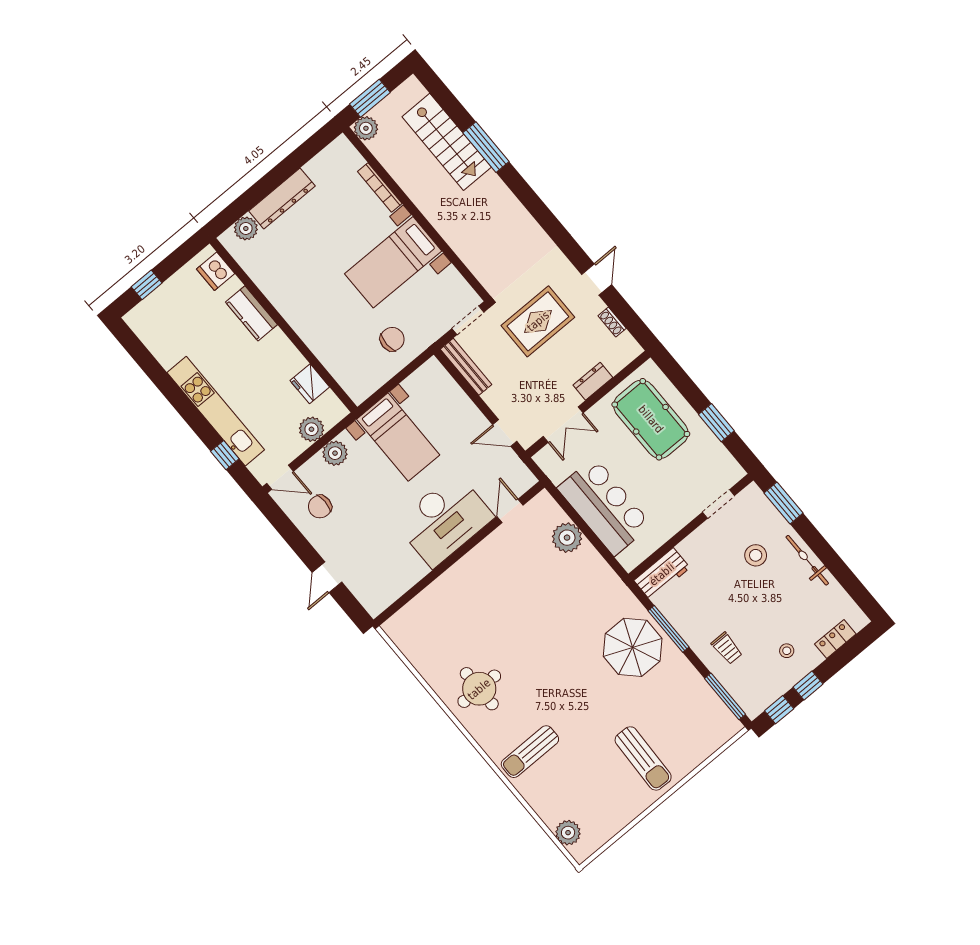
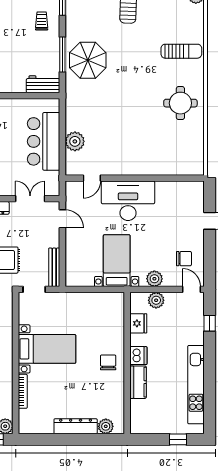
dishwasher: (216, 271) -> (138, 356), moved
chair: (392, 339) -> (108, 362), moved, turned 90
kitchen unit: (216, 411) -> (196, 385), moved

